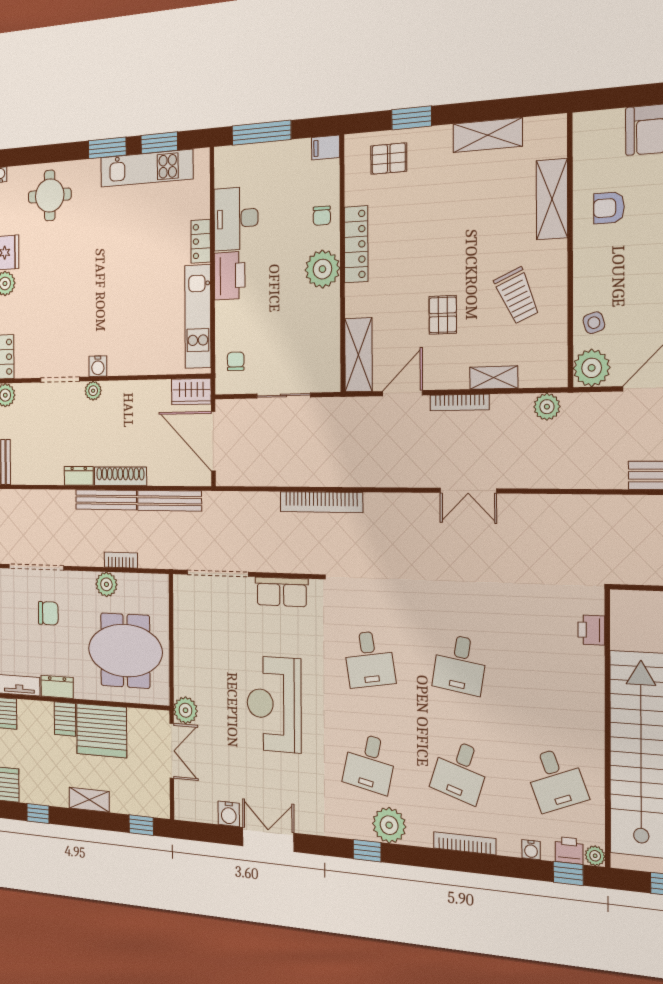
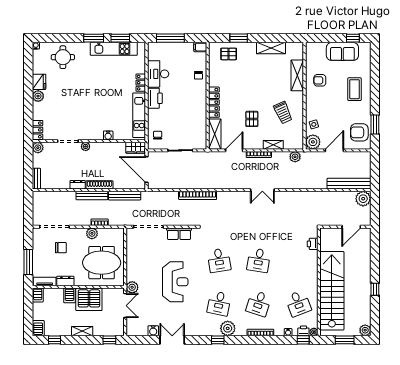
locker: (356, 244) -> (214, 102), moved
plant: (322, 269) -> (199, 98), removed
water cooler: (98, 366) -> (108, 136), moved
reception desk: (274, 704) -> (175, 282), turned 180

